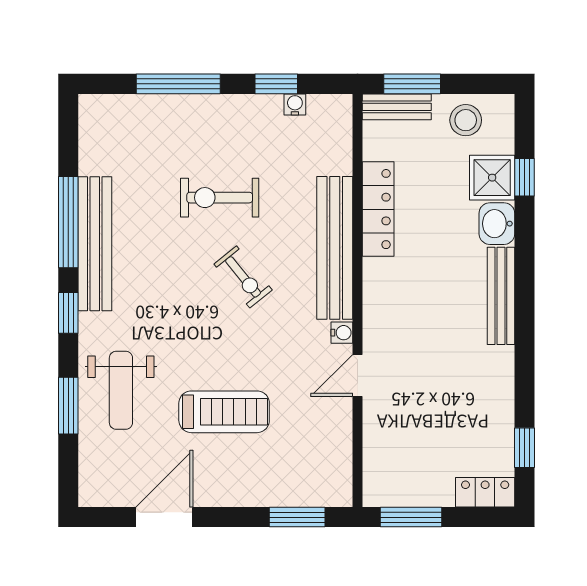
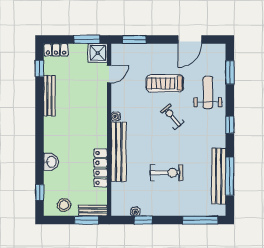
window: (178, 84) -> (200, 220), moved
window: (525, 177) -> (40, 192), moved
shower: (492, 178) -> (98, 53), moved
window: (68, 222) -> (230, 176), moved
bench: (95, 244) -> (219, 176), moved
exercise bike: (243, 277) -> (172, 117), moved
bench: (501, 296) -> (49, 96), moved
door: (358, 376) -> (109, 74), moved
window: (68, 406) -> (230, 72), moved

